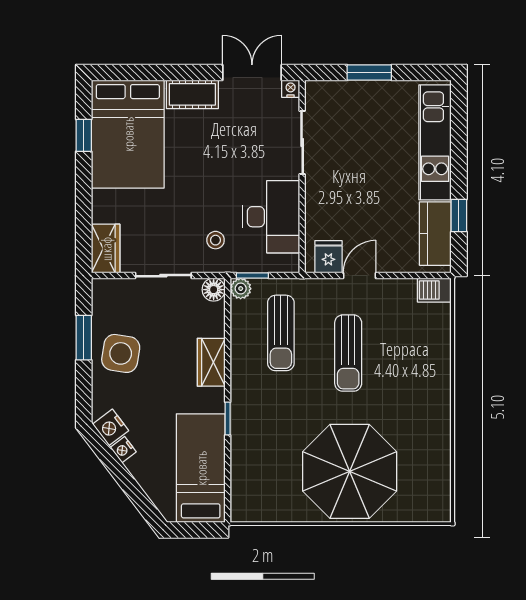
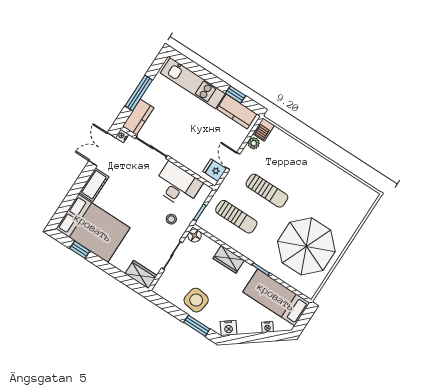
window: (369, 73) -> (139, 93), width x1.44
kitchen counter: (333, 95) -> (138, 117), added
plant: (241, 289) -> (254, 143), moved
window: (84, 338) -> (197, 326), moved
nightstand: (123, 450) -> (267, 327), moved
parasol: (350, 471) -> (306, 246), moved

